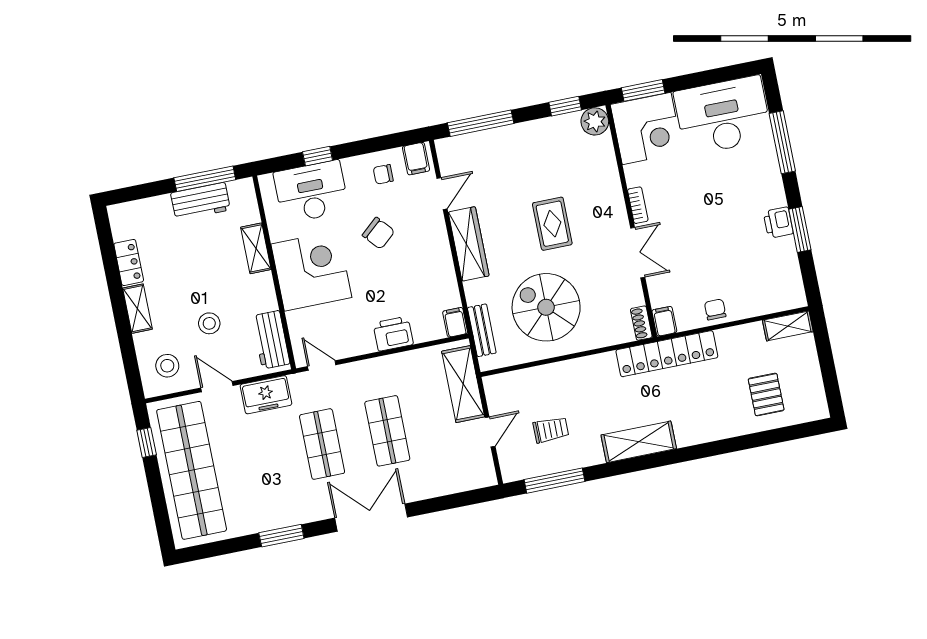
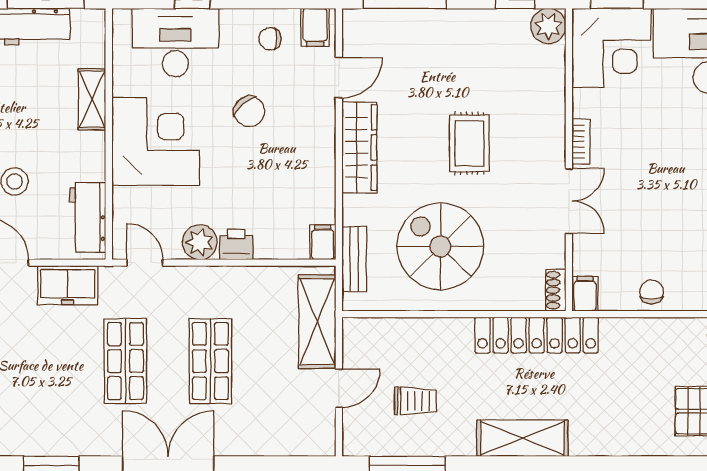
printer: (393, 334) -> (236, 245), width x0.73, depth x0.81
plant: (361, 341) -> (200, 242), added
locker: (667, 354) -> (537, 335), moved

